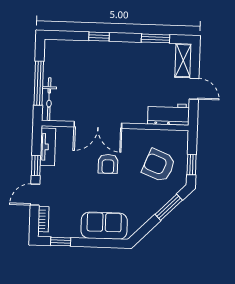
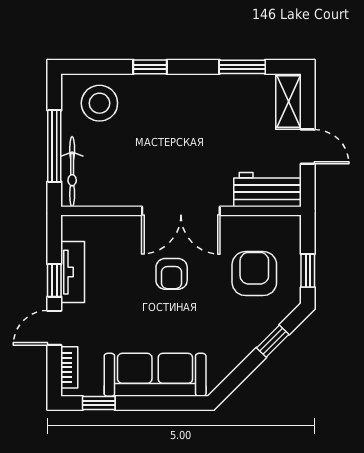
stool: (67, 58) -> (99, 103), added
double door: (98, 125) -> (181, 211), moved
tv unit: (48, 147) -> (73, 272), moved
armchair: (159, 165) -> (254, 274), turned 68
window: (169, 207) -> (273, 341), width x0.67
sofa: (104, 226) -> (155, 375), width x1.36

